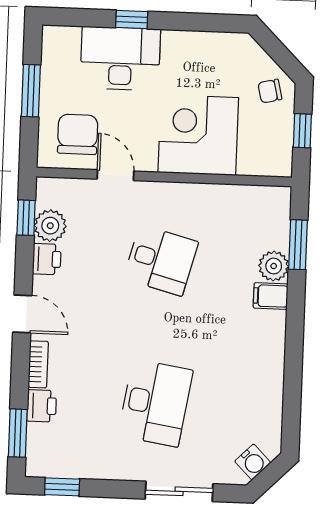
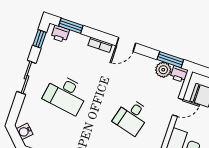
window: (26, 218) -> (170, 60), width x1.50
printer: (47, 259) -> (179, 74), moved
printer: (42, 406) -> (60, 34), moved
sliding door: (179, 491) -> (26, 77), moved

